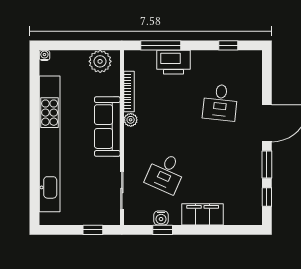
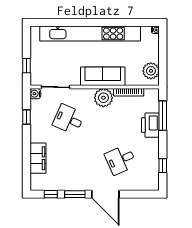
desk: (220, 102) -> (121, 160), turned -30
plant: (131, 120) -> (103, 98), width x1.87, depth x1.87
filing cabinet: (203, 214) -> (38, 158), moved
water cooler: (161, 218) -> (35, 94), moved

